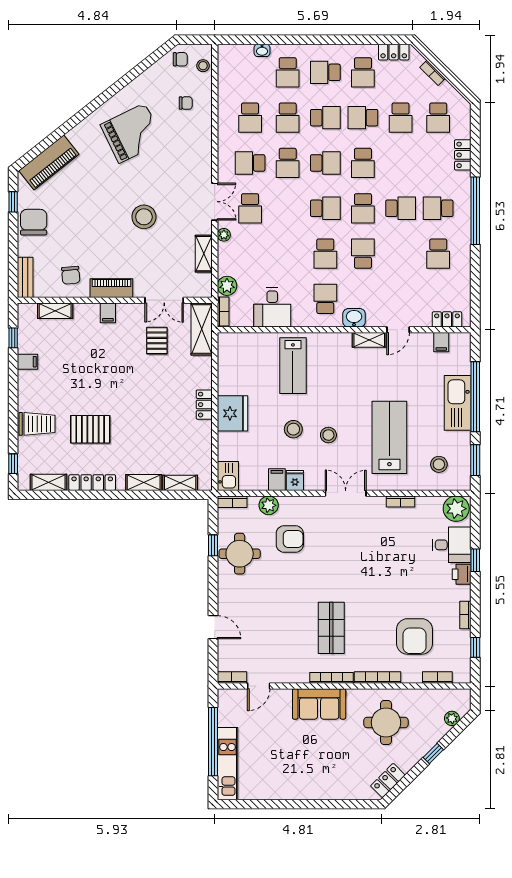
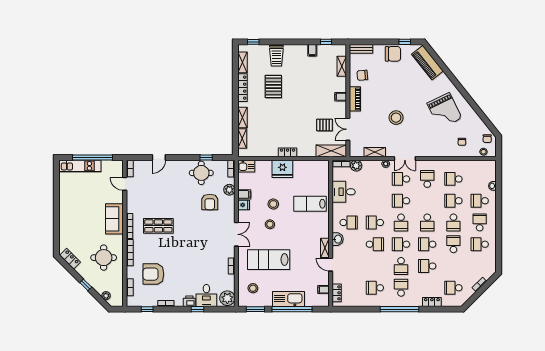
locker: (394, 52) -> (491, 262), removed
school desk: (401, 118) -> (427, 266), moved
school desk: (288, 163) -> (401, 201), moved
lab bench: (389, 437) -> (269, 260), turned 180

